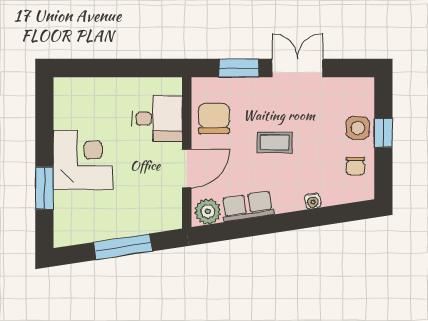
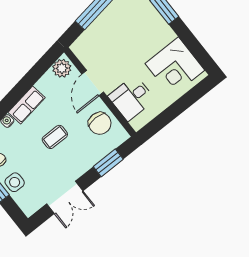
double door: (298, 68) -> (65, 197), moved
corner desk: (83, 160) -> (175, 67), moved
row of seats: (248, 206) -> (27, 105), moved

